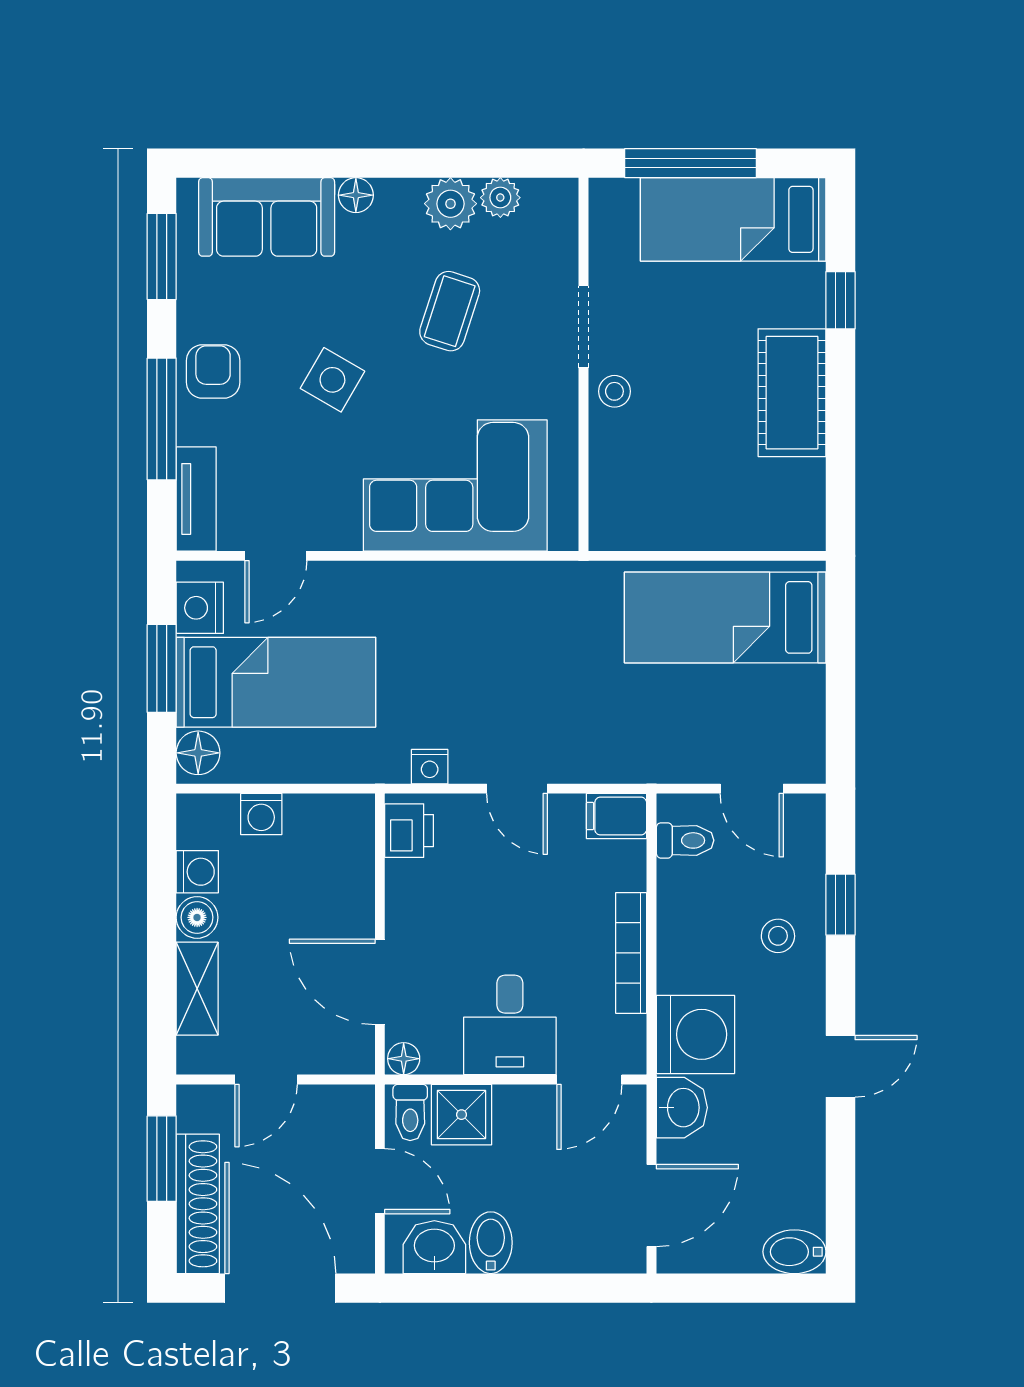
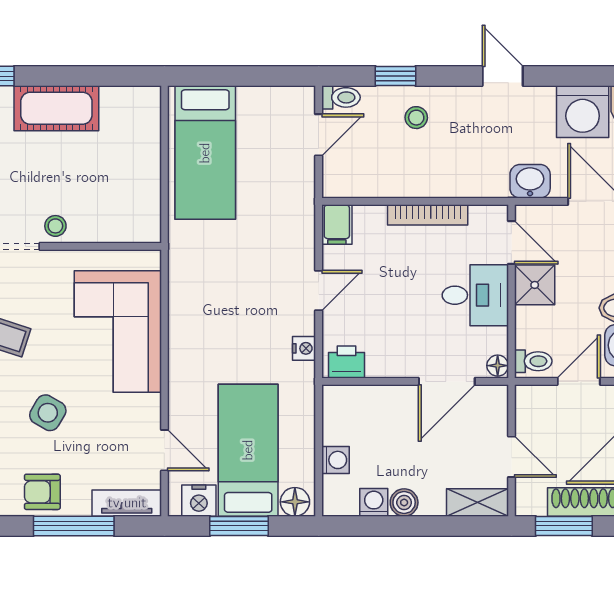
toilet: (685, 840) -> (341, 97), moved, turned 90
shelving: (197, 989) -> (477, 502), moved
washing machine: (695, 1034) -> (583, 112), moved, turned 180
shower: (461, 1115) -> (535, 285), moved

